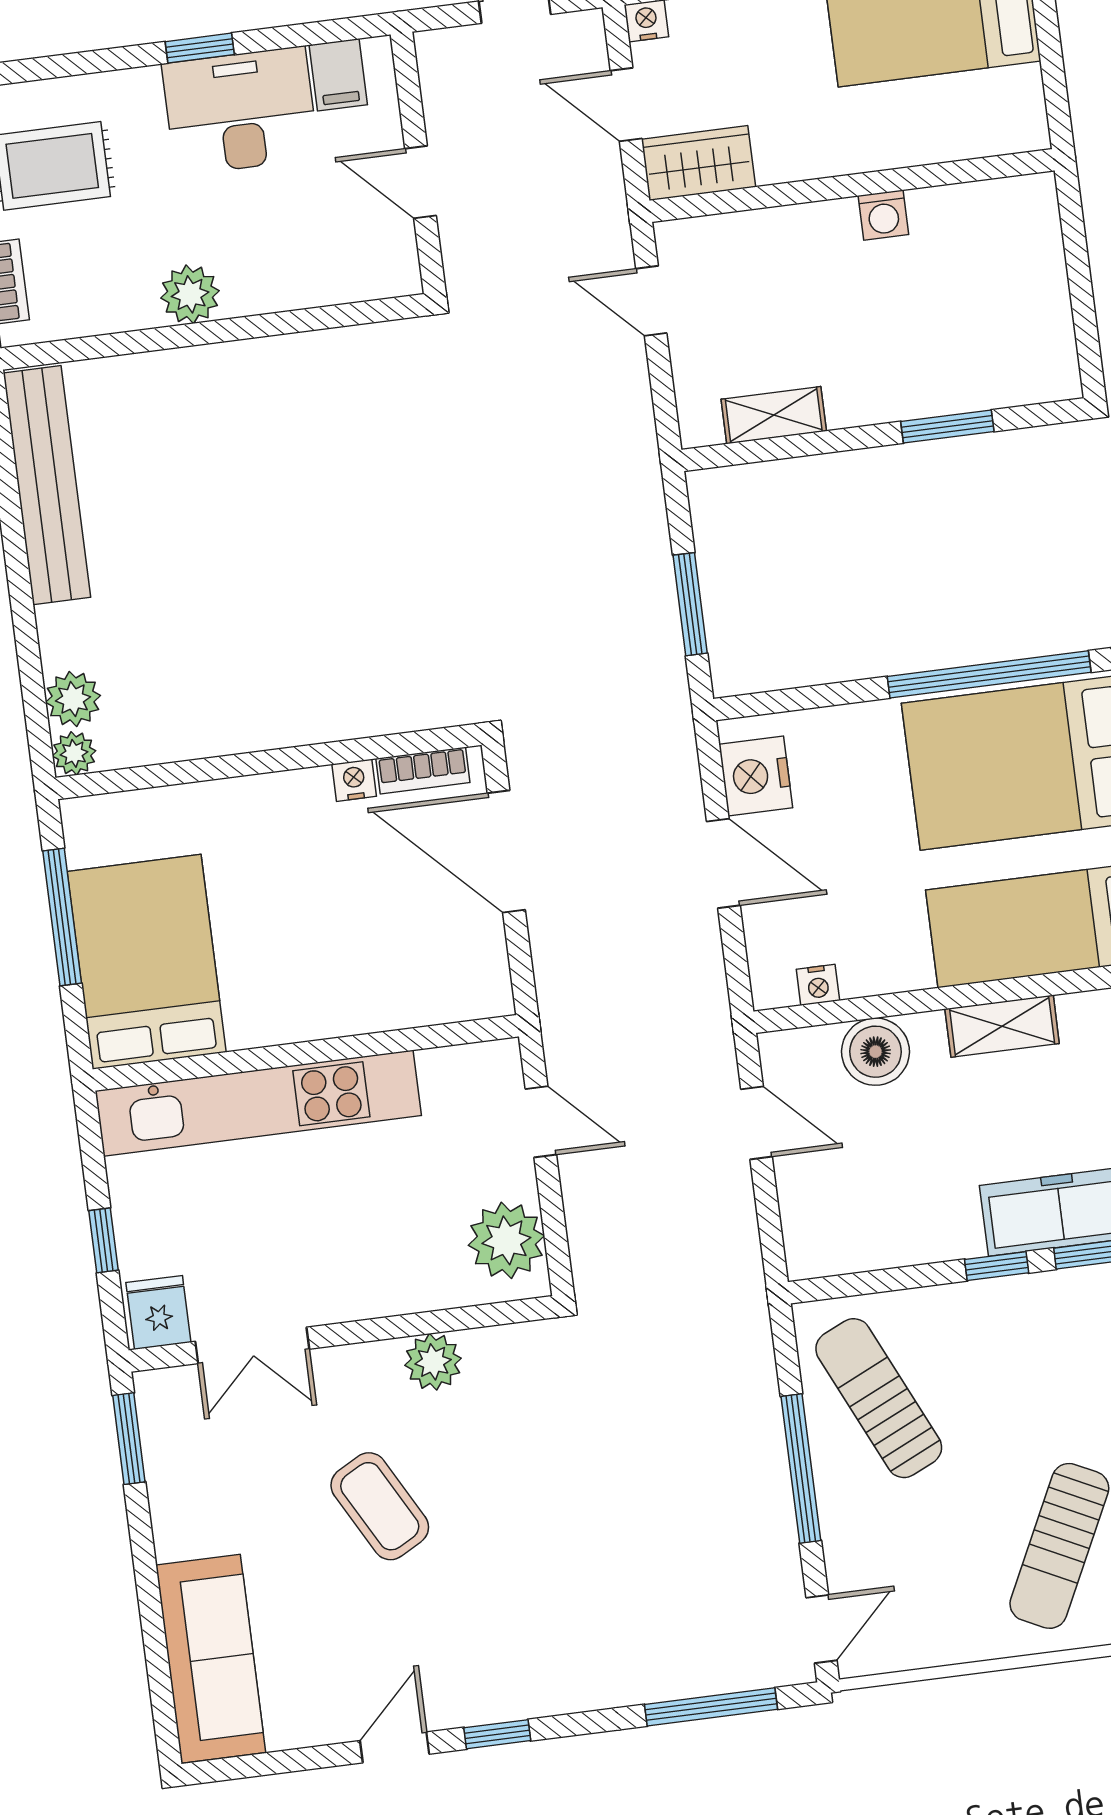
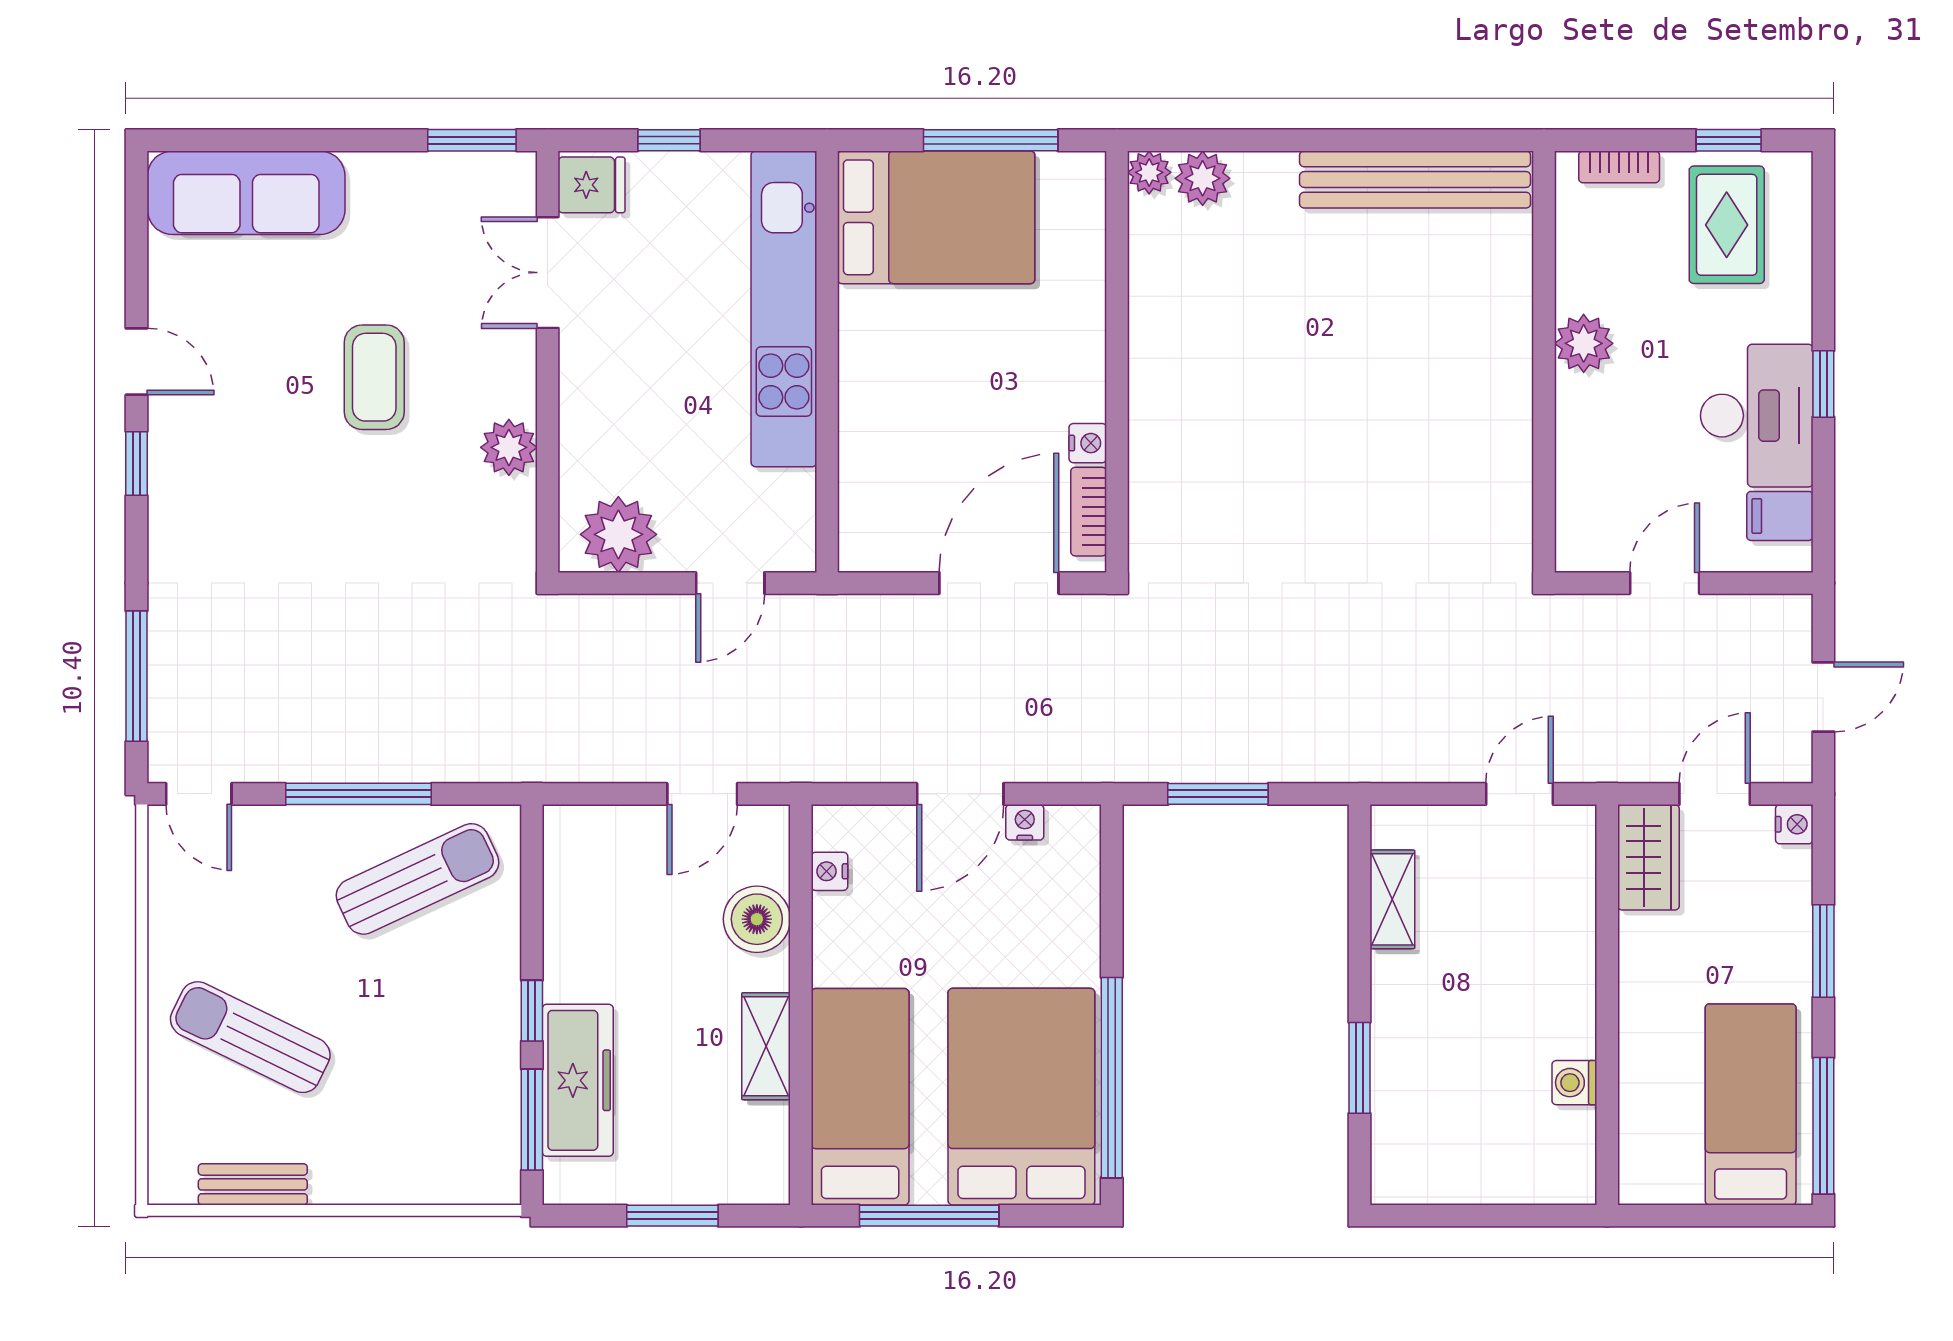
washing machine: (883, 215) -> (1574, 1083), moved
nightstand: (756, 776) -> (1025, 822), width x0.53, depth x0.56
coffee table: (380, 1506) -> (374, 377), turned -61

